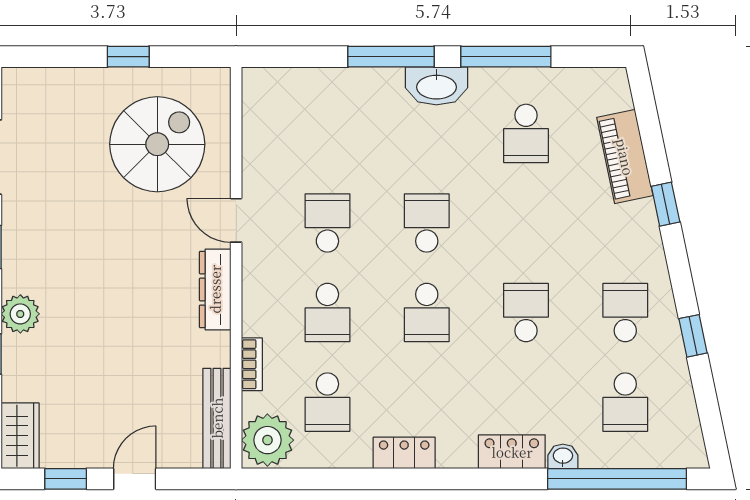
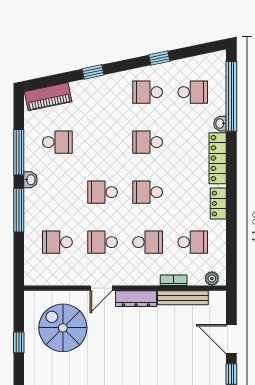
washbasin: (436, 86) -> (31, 180), width x0.52, depth x0.69
school desk: (327, 133) -> (57, 242), added
piano: (625, 157) -> (48, 97), moved
school desk: (427, 313) -> (148, 192), turned 180
bench: (217, 418) -> (183, 298), moved
plant: (267, 440) -> (212, 279), width x0.53, depth x0.53
locker: (512, 452) -> (218, 158), width x1.53
door: (135, 479) -> (231, 339), width x1.38

